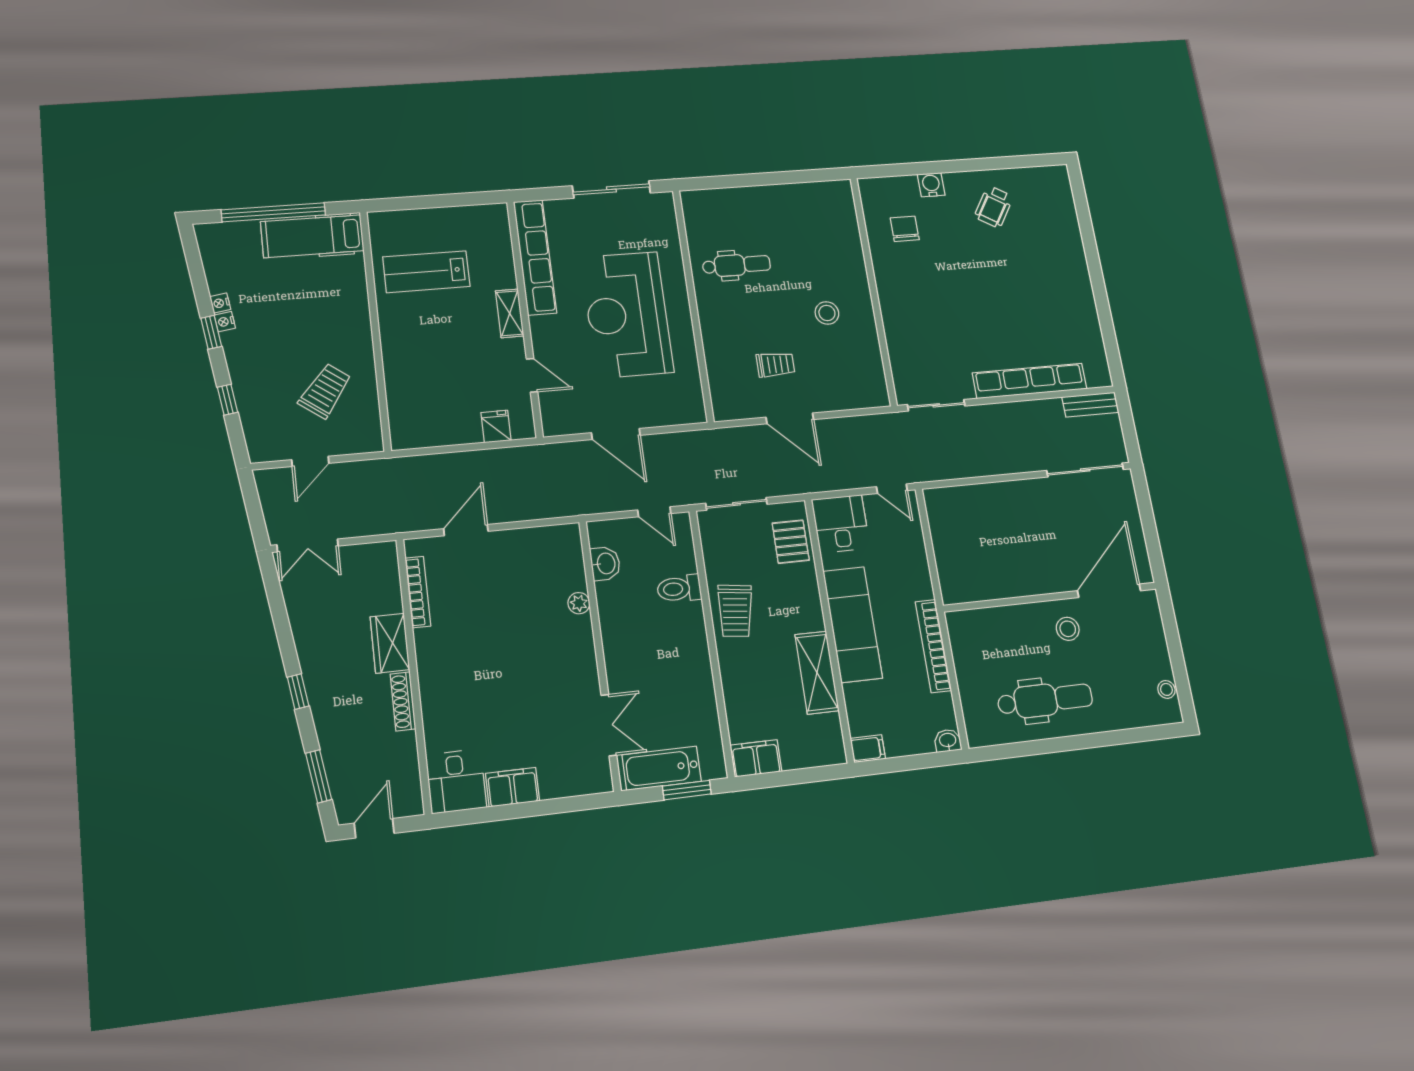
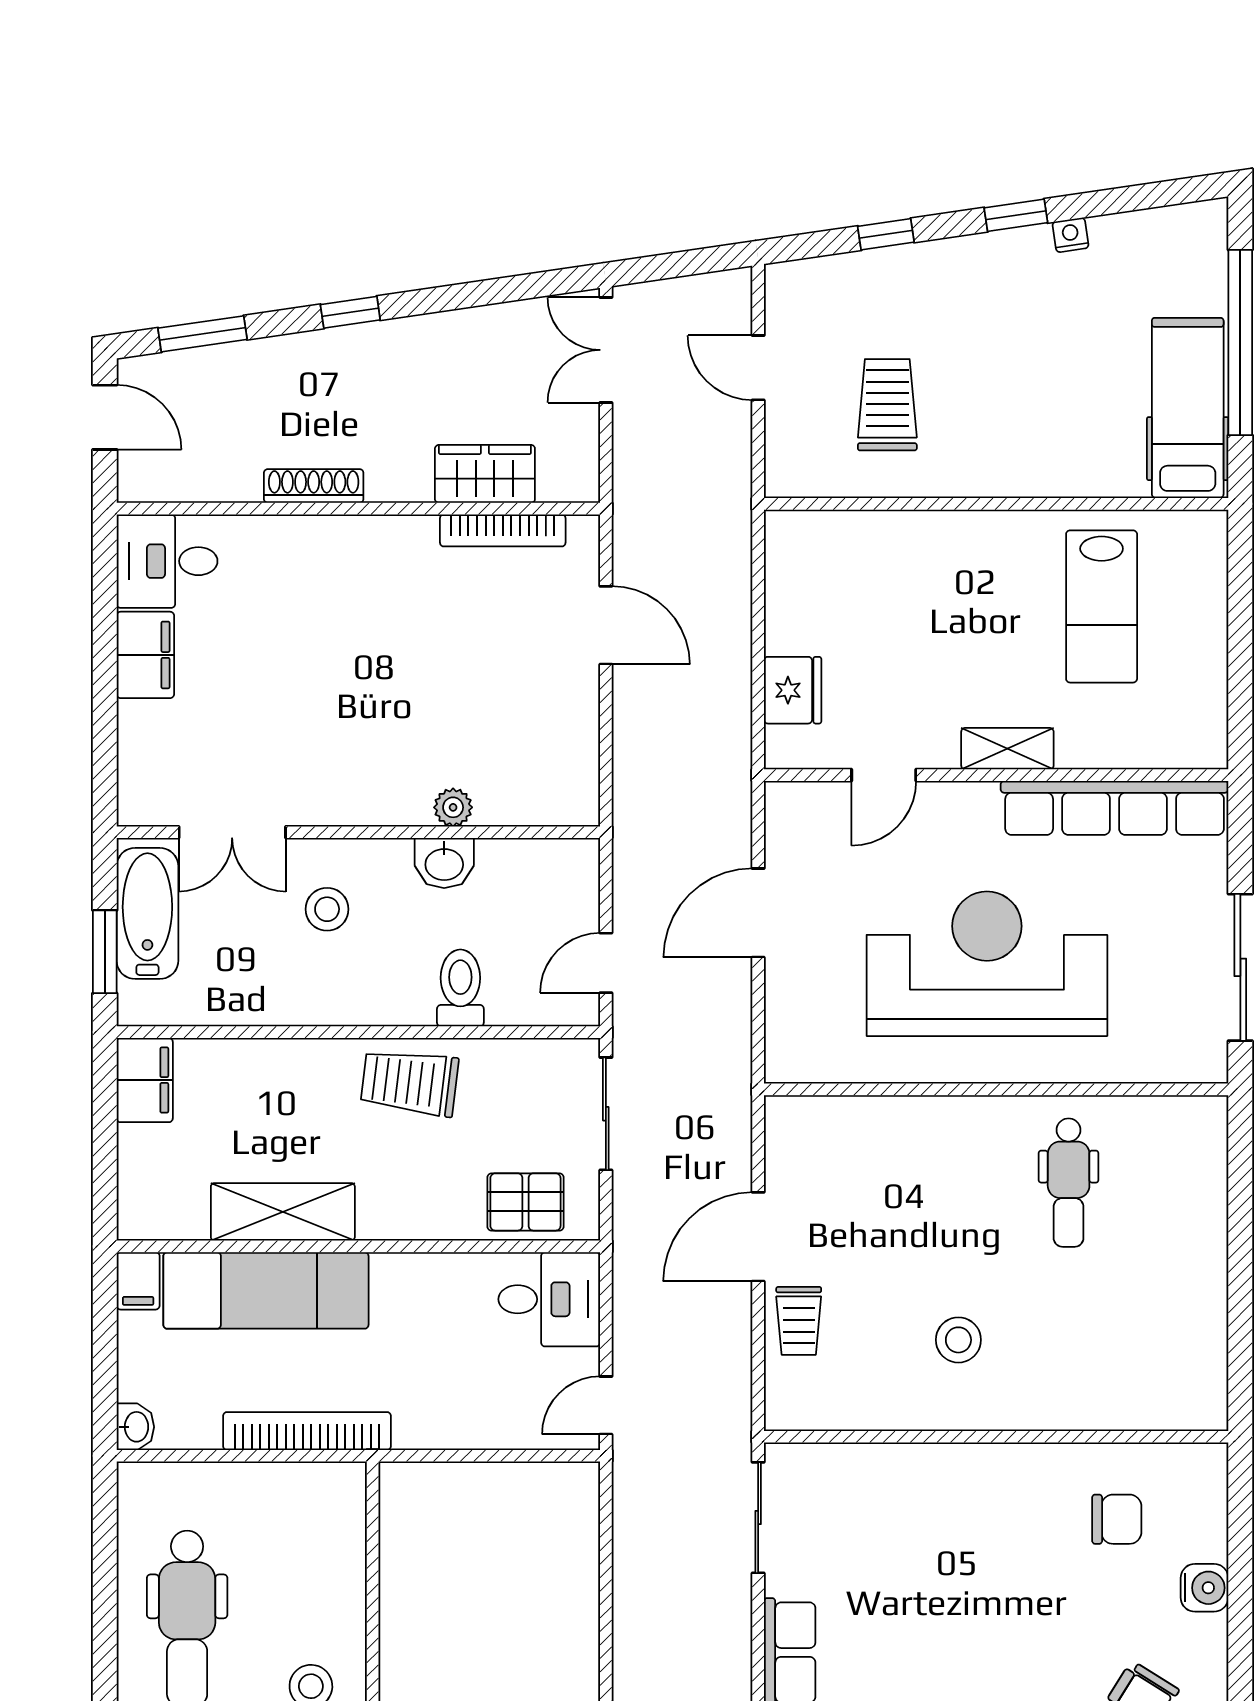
lab bench: (426, 272) -> (1102, 606), turned 180
nightstand: (225, 322) -> (1034, 240), removed
trolley: (776, 365) -> (799, 1321), moved
trolley: (325, 391) -> (887, 405), turned -127
fridge: (496, 426) -> (793, 690), width x1.38
washbasin: (605, 564) -> (444, 863), moved
exam couch: (853, 624) -> (266, 1290), moved
wardrobe: (390, 643) -> (485, 474), moved
stool: (645, 667) -> (327, 909), added

